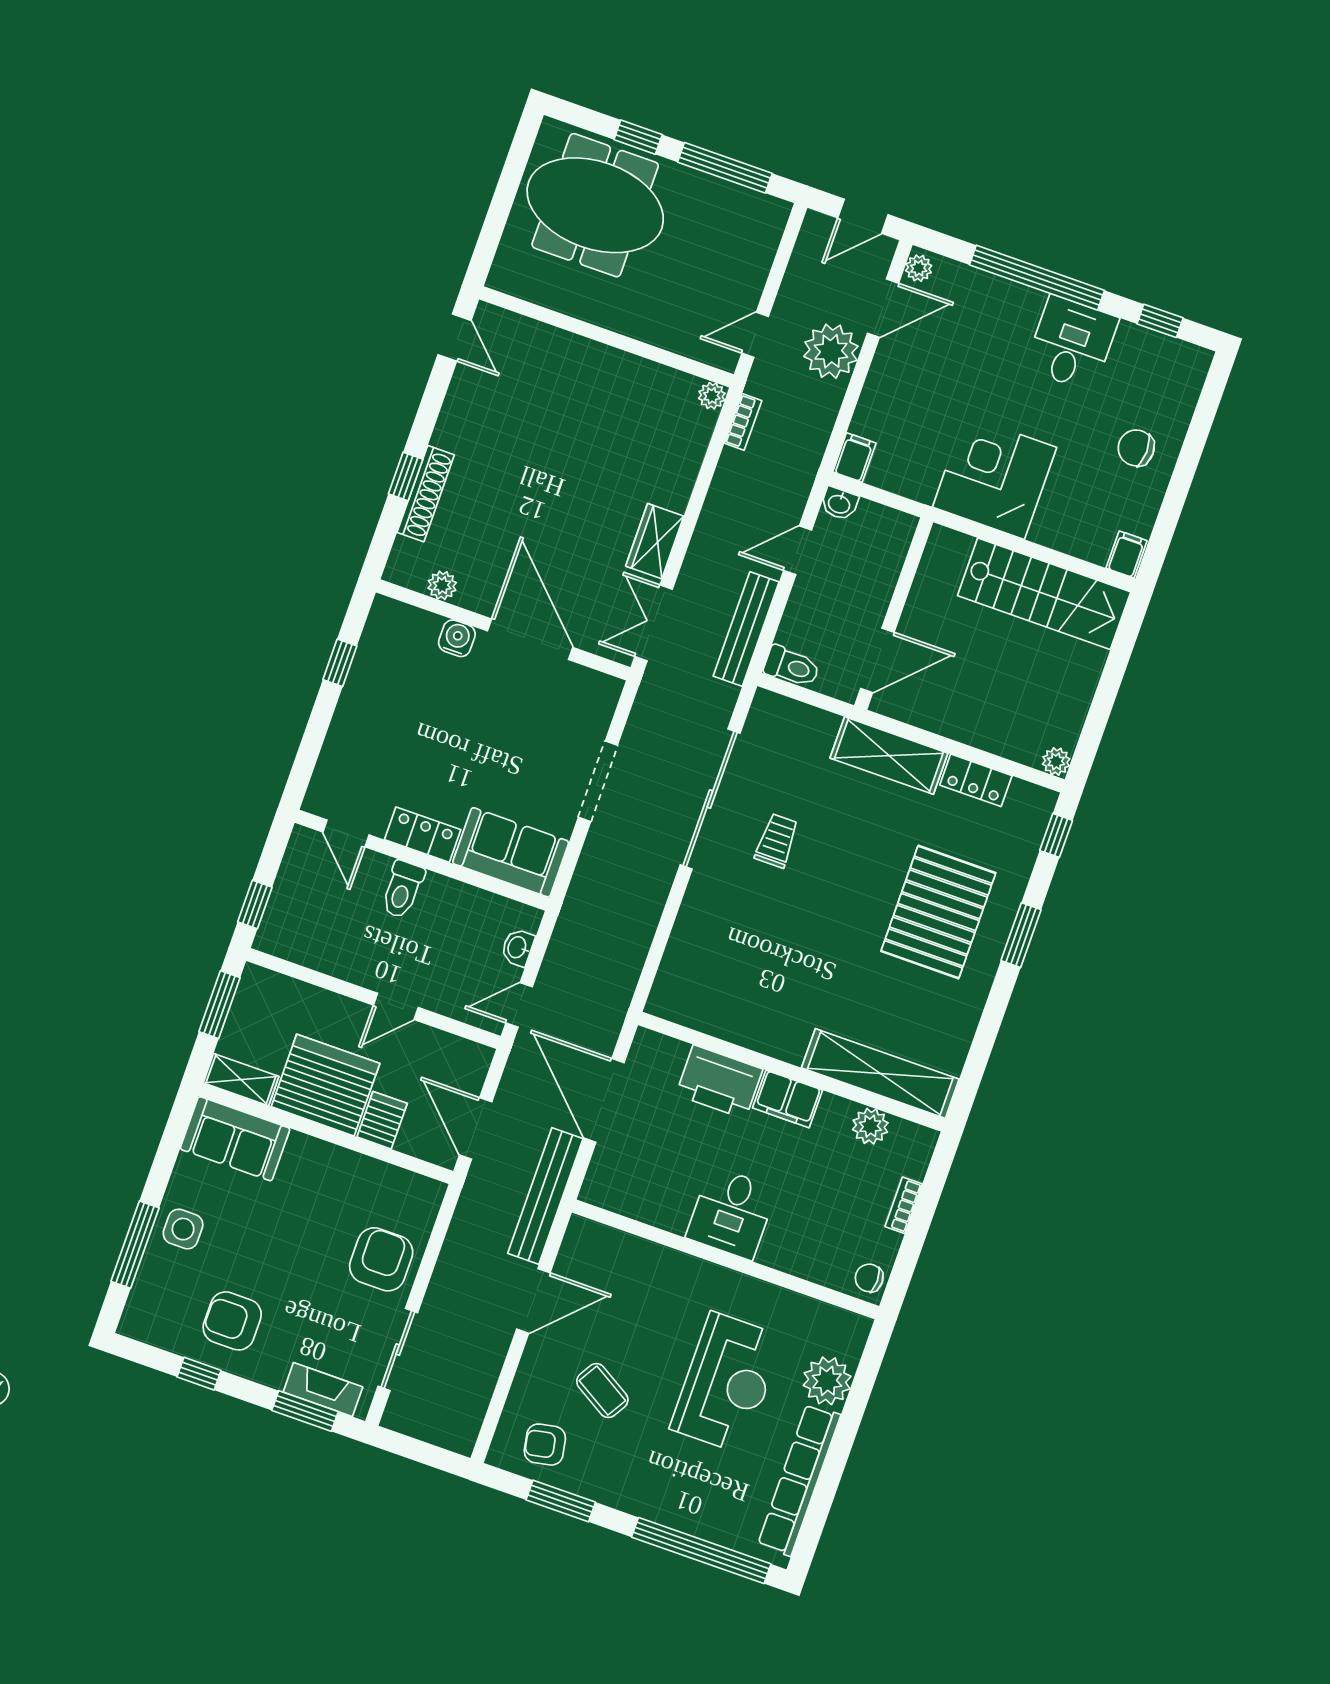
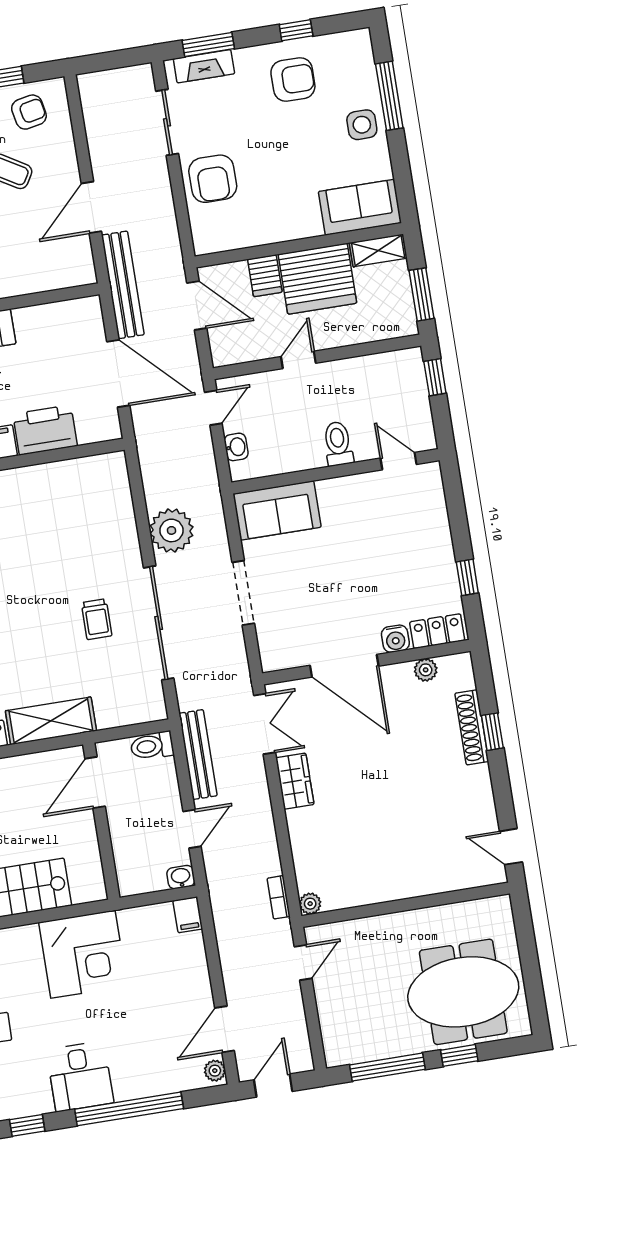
plant: (831, 351) -> (172, 530), moved
locker: (423, 835) -> (437, 631), moved, turned 180

